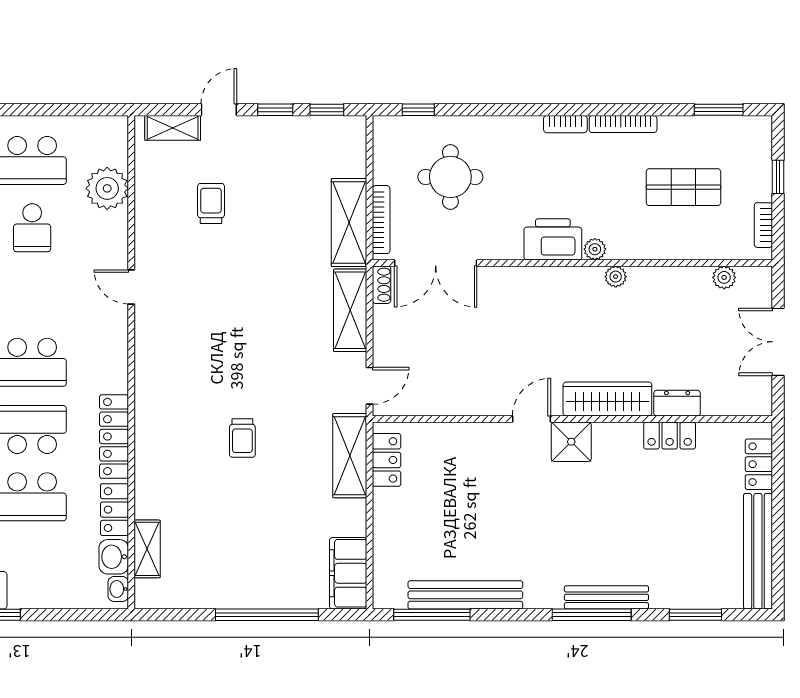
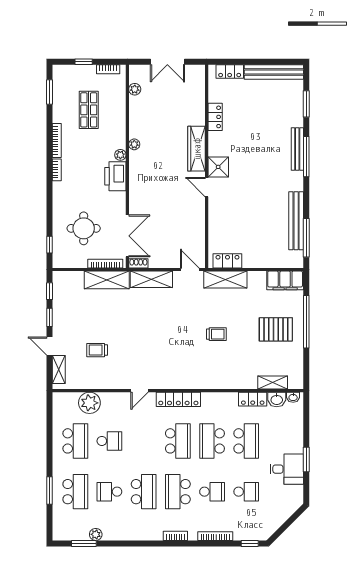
dresser: (677, 403) -> (199, 113), removed
locker: (114, 437) -> (178, 399), moved
pallet: (252, 555) -> (276, 329), added

